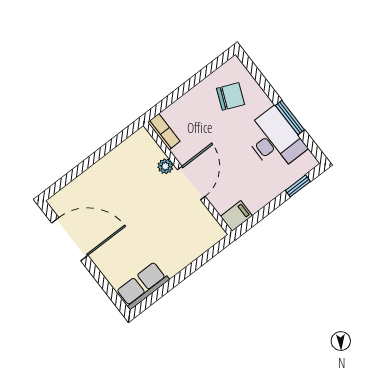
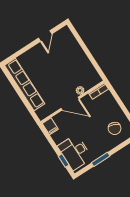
desk: (274, 140) -> (75, 152), moved, turned 90
door: (70, 239) -> (45, 36), width x0.53
row of seats: (143, 286) -> (25, 85), width x2.02

